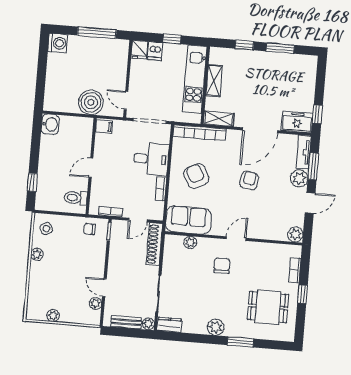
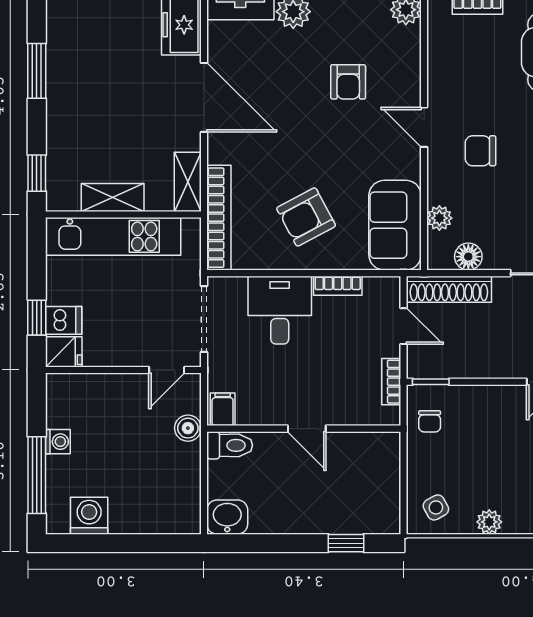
window: (97, 33) -> (37, 475), moved
window: (172, 39) -> (37, 318), moved
washing machine: (58, 43) -> (89, 516), moved
washing machine: (95, 43) -> (58, 442), added
window: (244, 45) -> (37, 173), moved
boiler: (91, 102) -> (188, 428), width x0.54, depth x0.54
armchair: (249, 180) -> (348, 82), moved, turned -101
toilet: (76, 198) -> (230, 445), moved, turned -90
floor lamp: (170, 255) -> (468, 257), added

